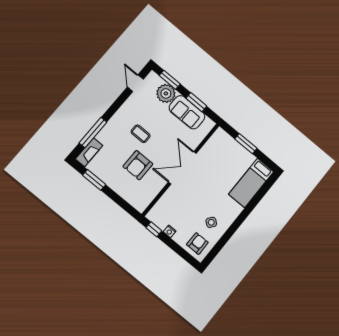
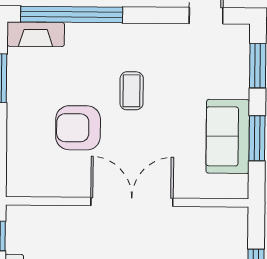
plant: (166, 93) -> (230, 78), removed
window: (93, 133) -> (72, 14), width x1.46

